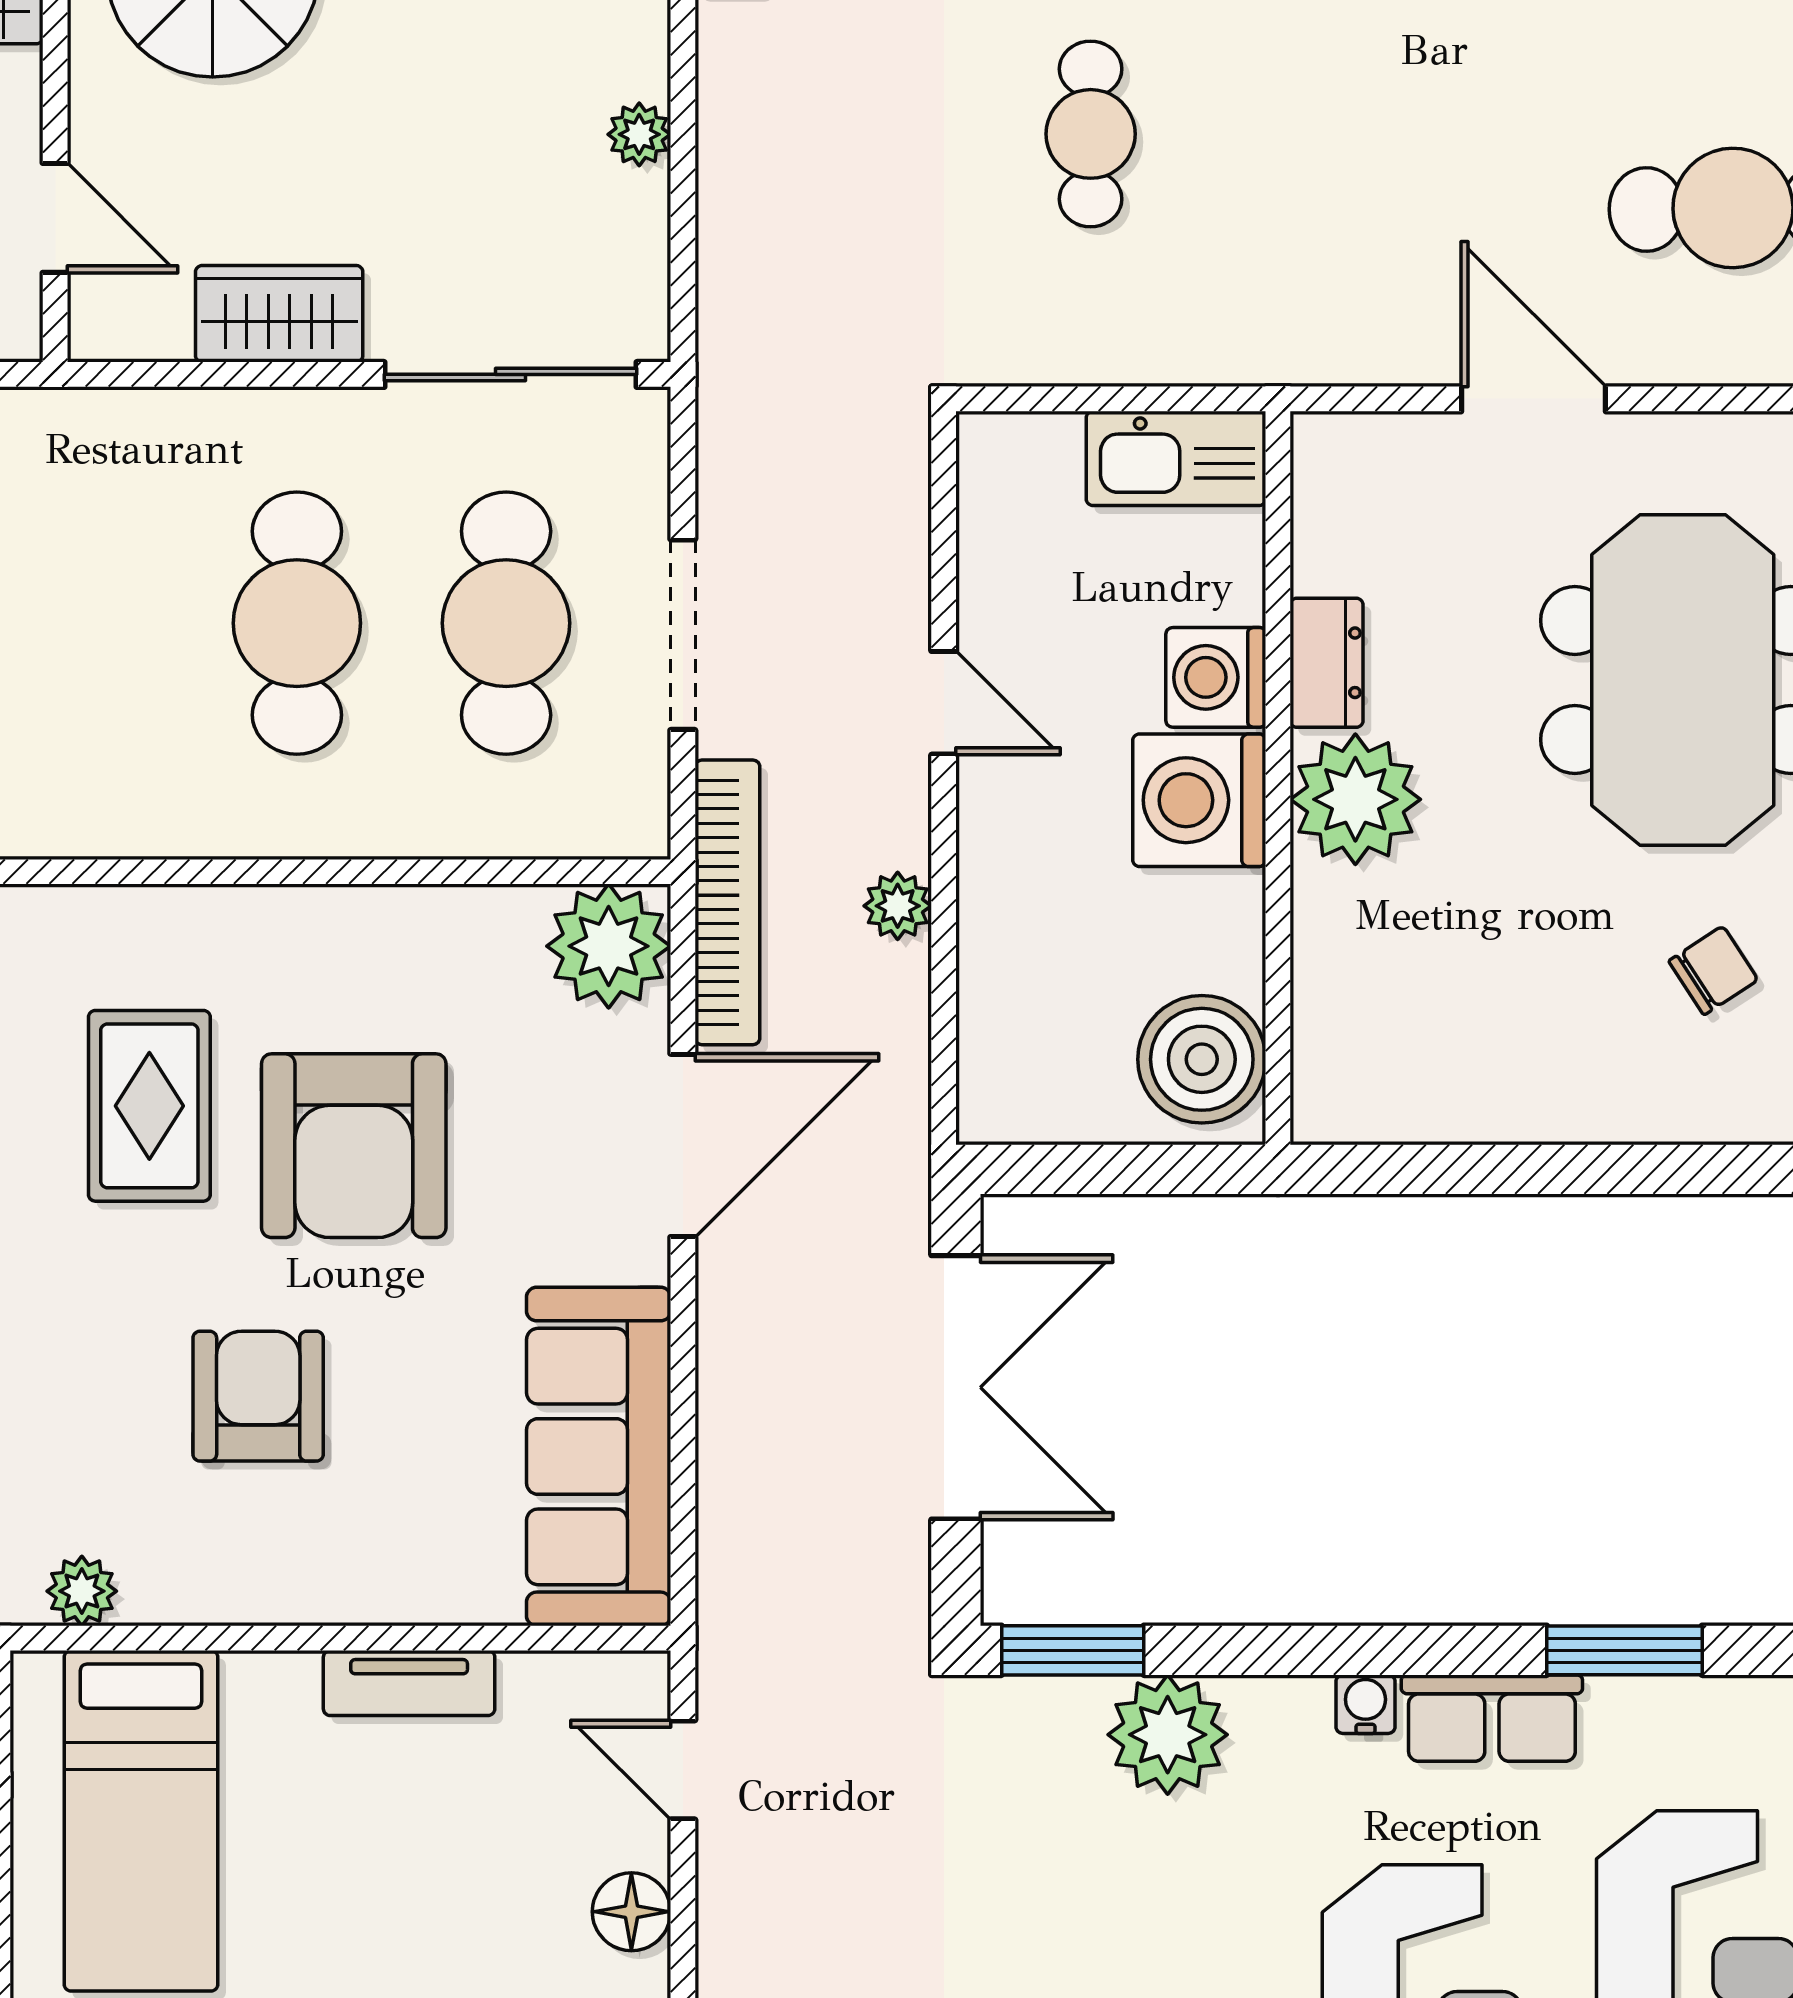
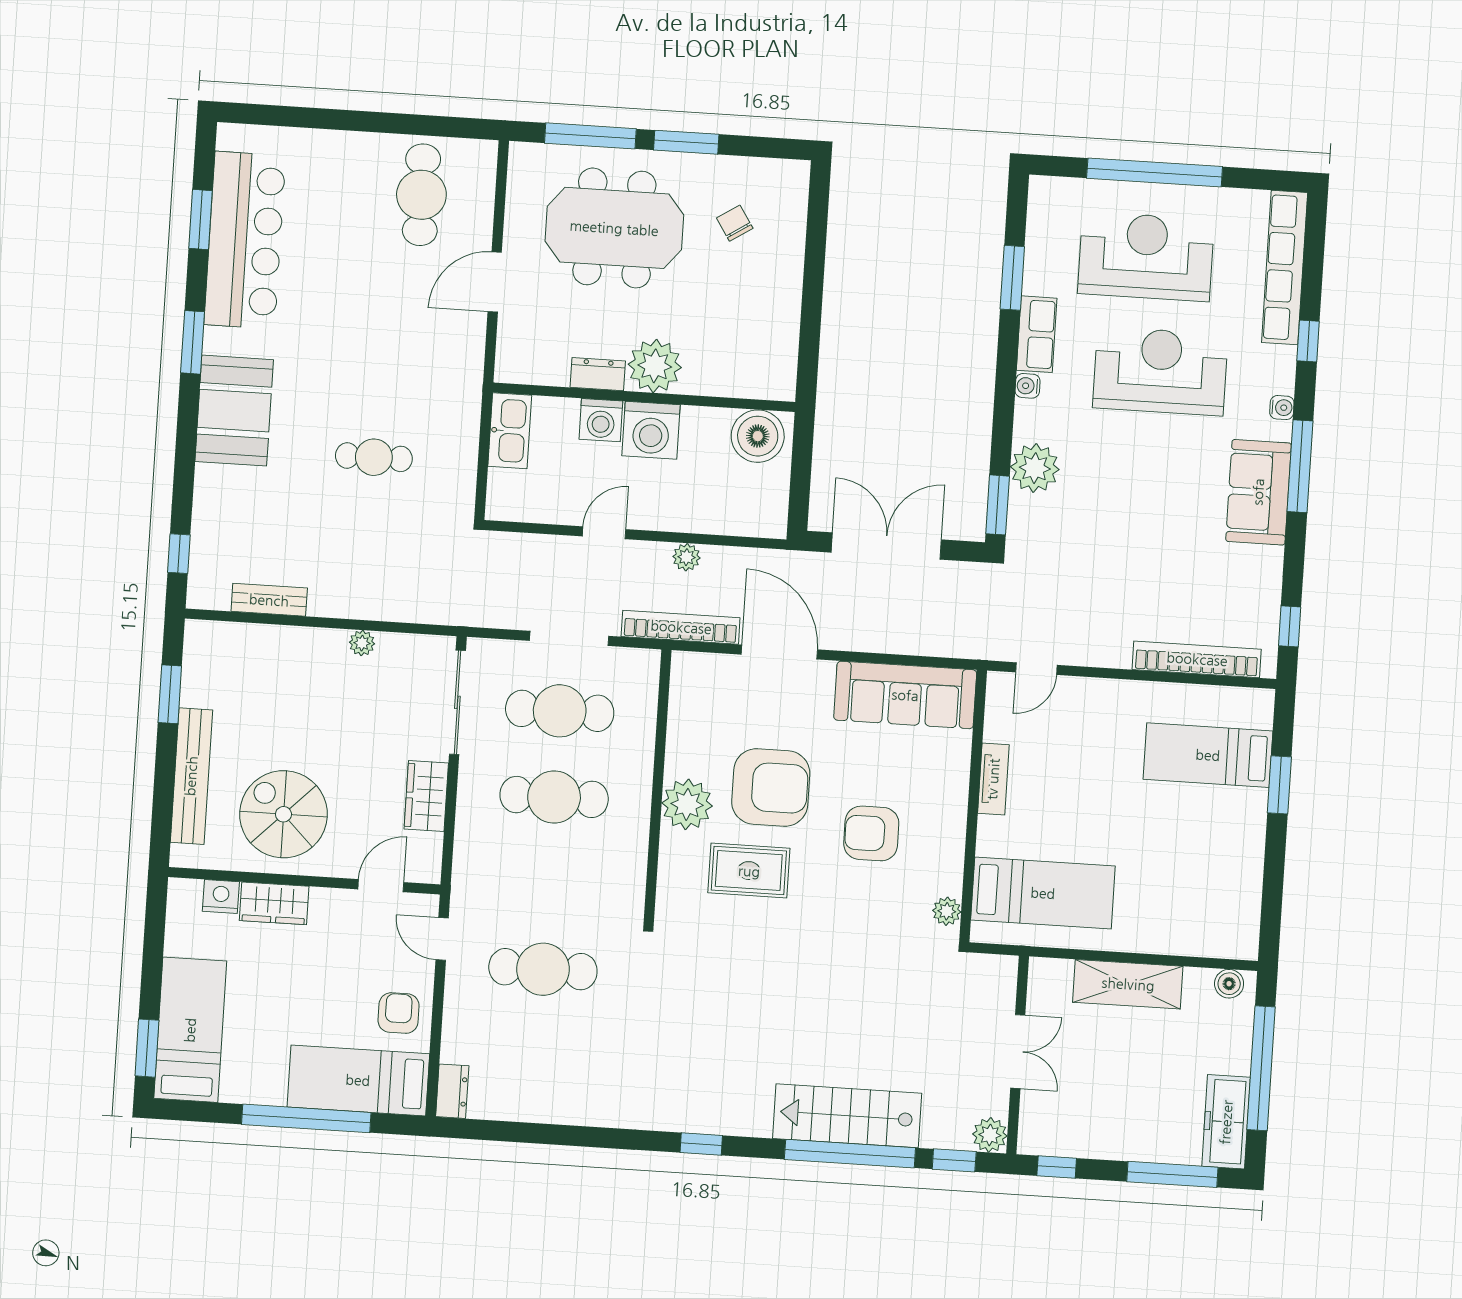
plant: (609, 946) -> (687, 804), moved
floor lamp: (631, 1912) -> (1093, 694), removed

